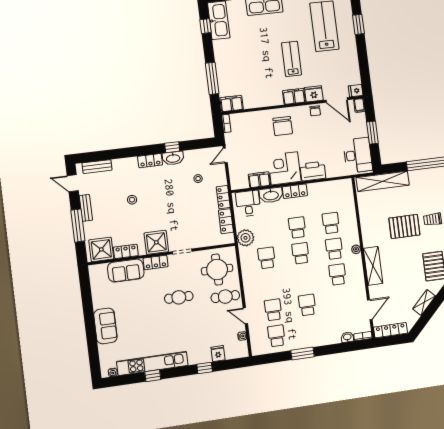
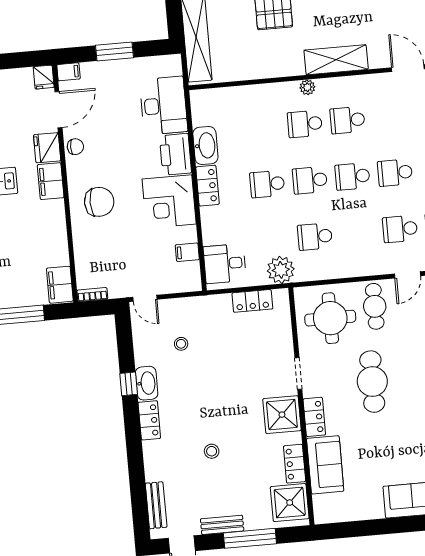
desk: (358, 155) -> (163, 106), moved, turned 90
filing cabinet: (259, 180) -> (187, 252), width x0.50
washbasin: (271, 195) -> (205, 145), moved
locker: (223, 197) -> (213, 304), removed
school desk: (331, 223) -> (352, 176), moved
cafe table: (179, 297) -> (372, 382), width x1.37, depth x1.35

